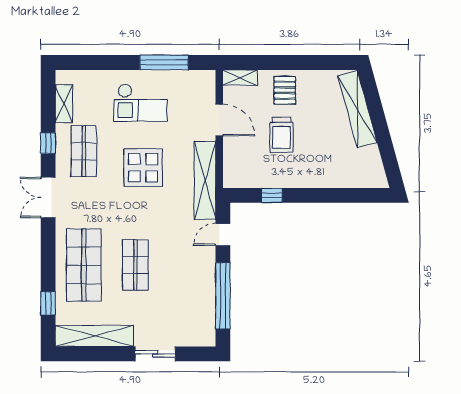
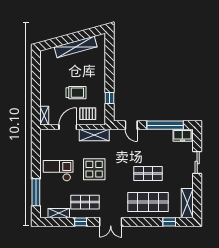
window: (164, 62) -> (36, 192), moved
pallet: (285, 90) -> (88, 114), moved
checkout: (140, 103) -> (58, 171), turned -90
shelving: (357, 109) -> (76, 47), moved
shelving: (205, 180) -> (94, 135), width x0.68
freezer: (205, 327) -> (182, 135), added
shelving: (94, 336) -> (187, 203), width x0.68

